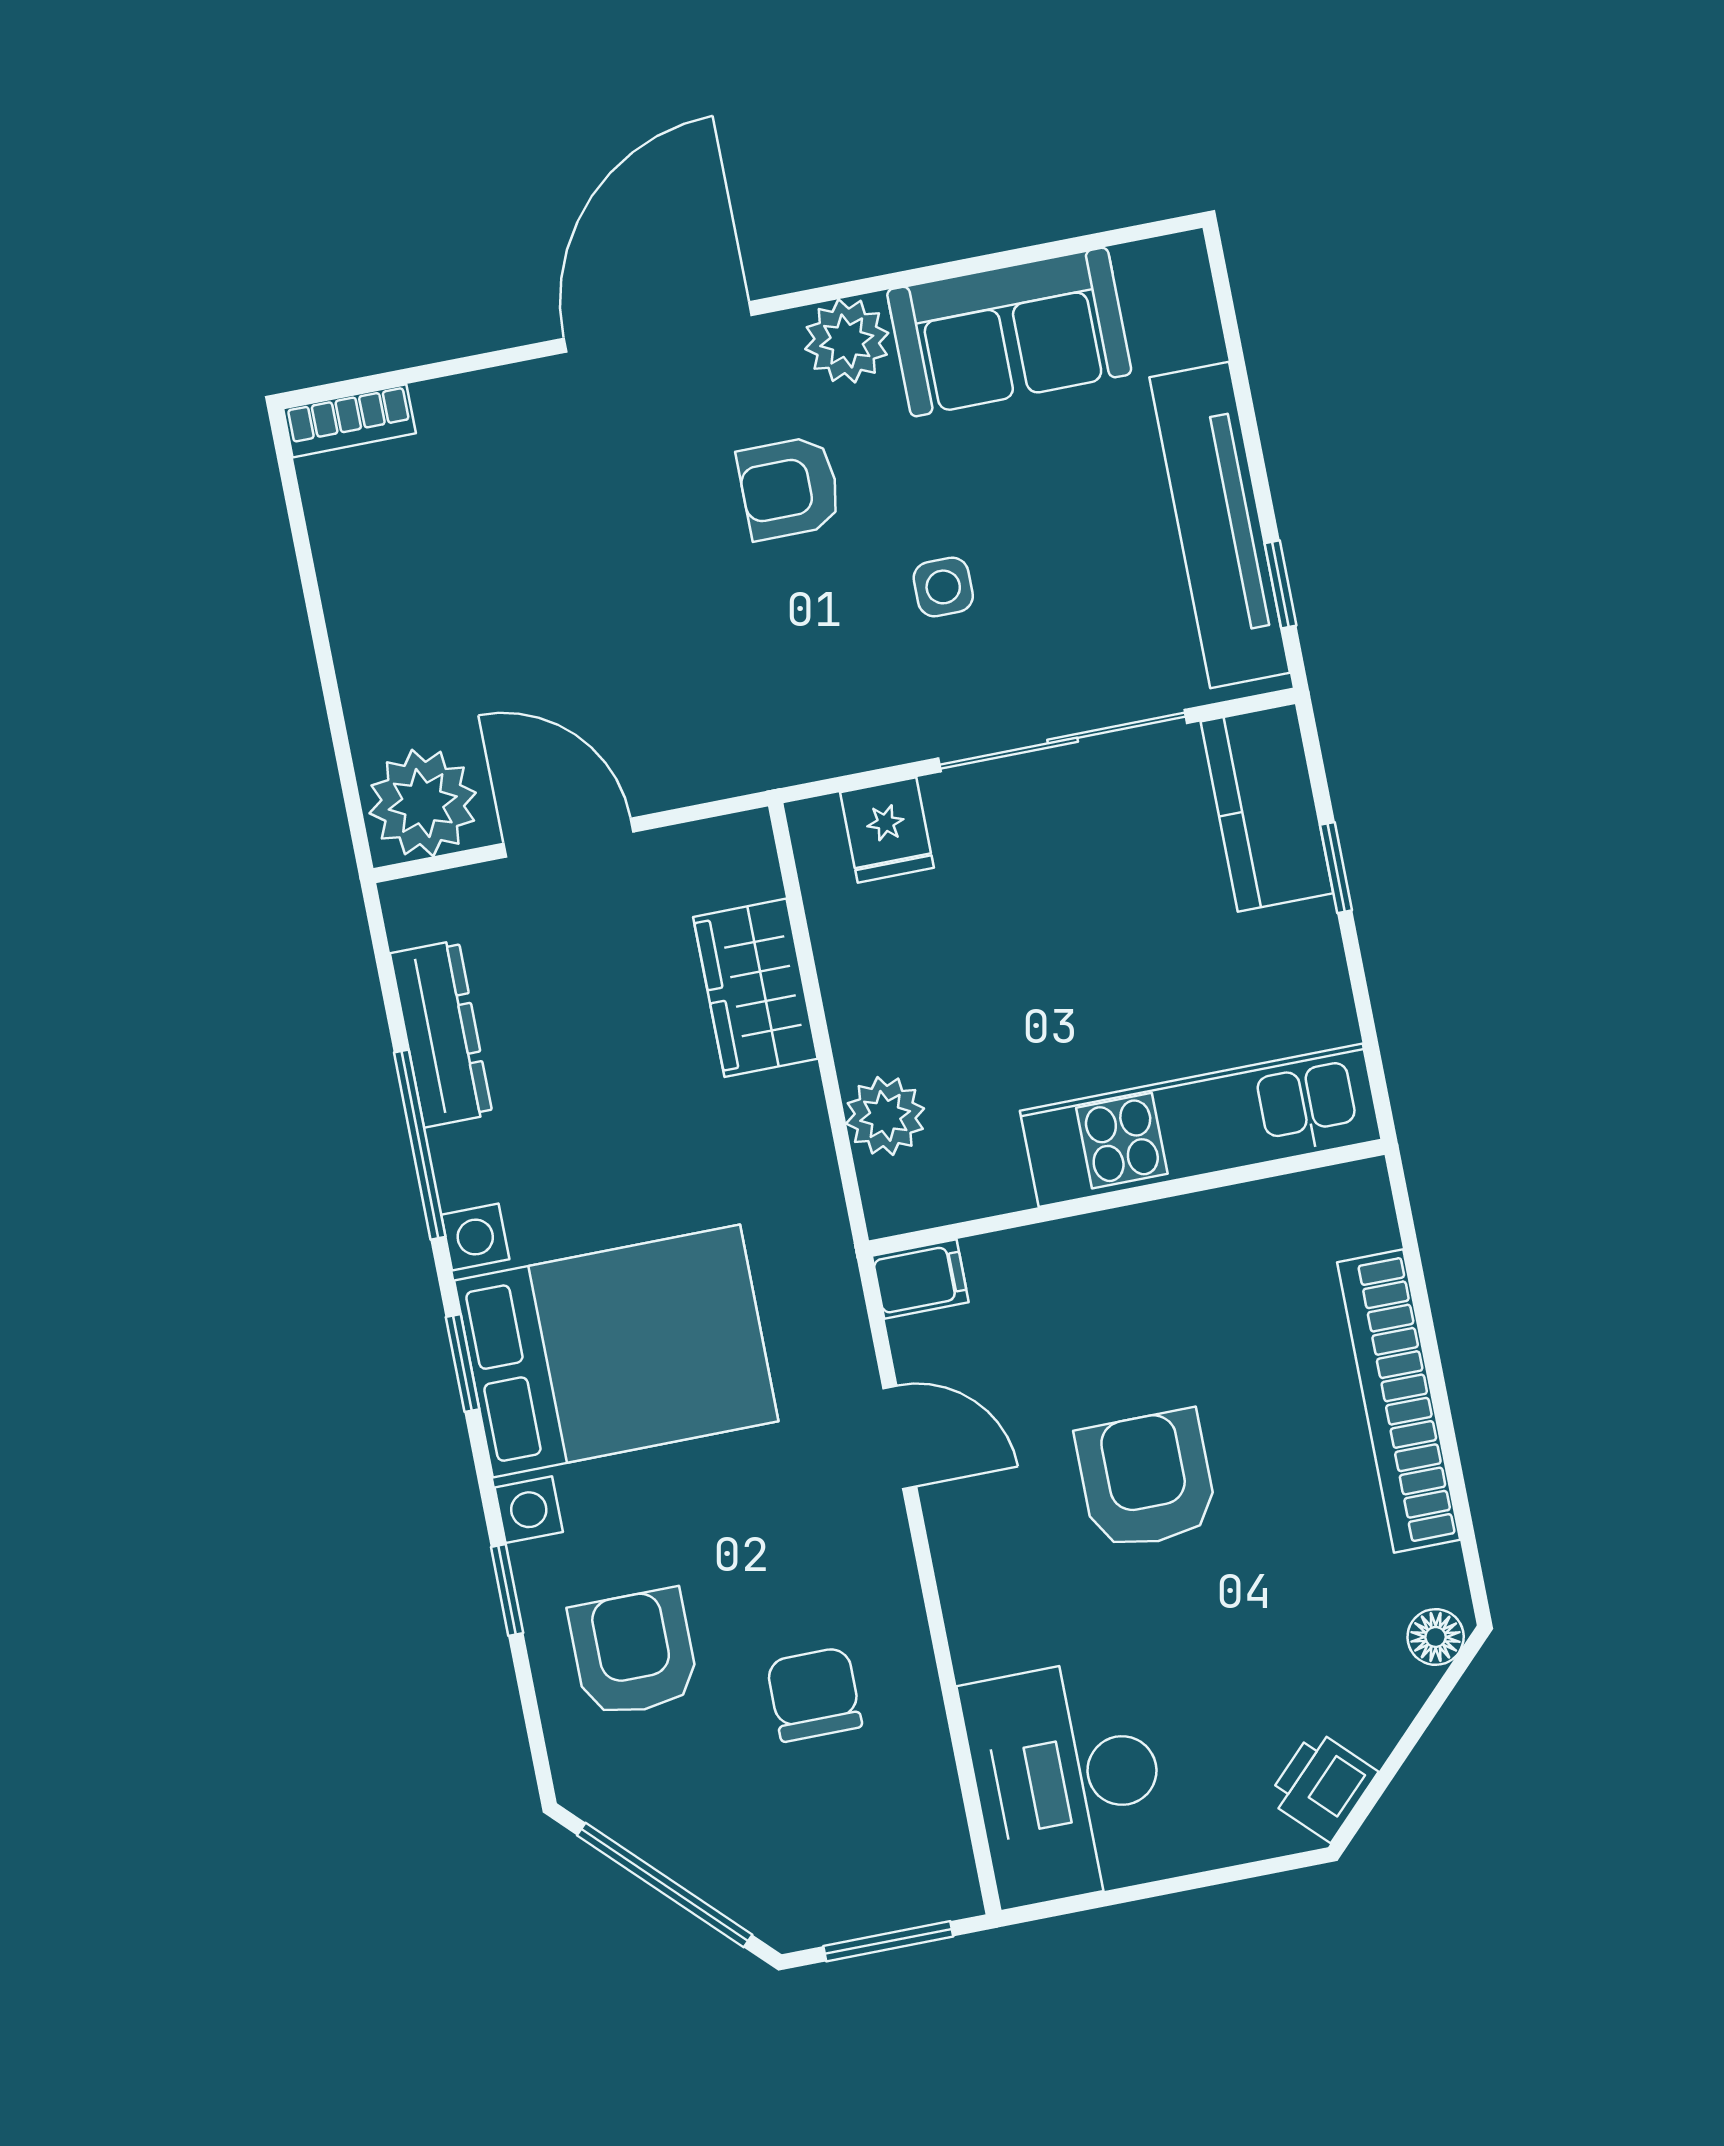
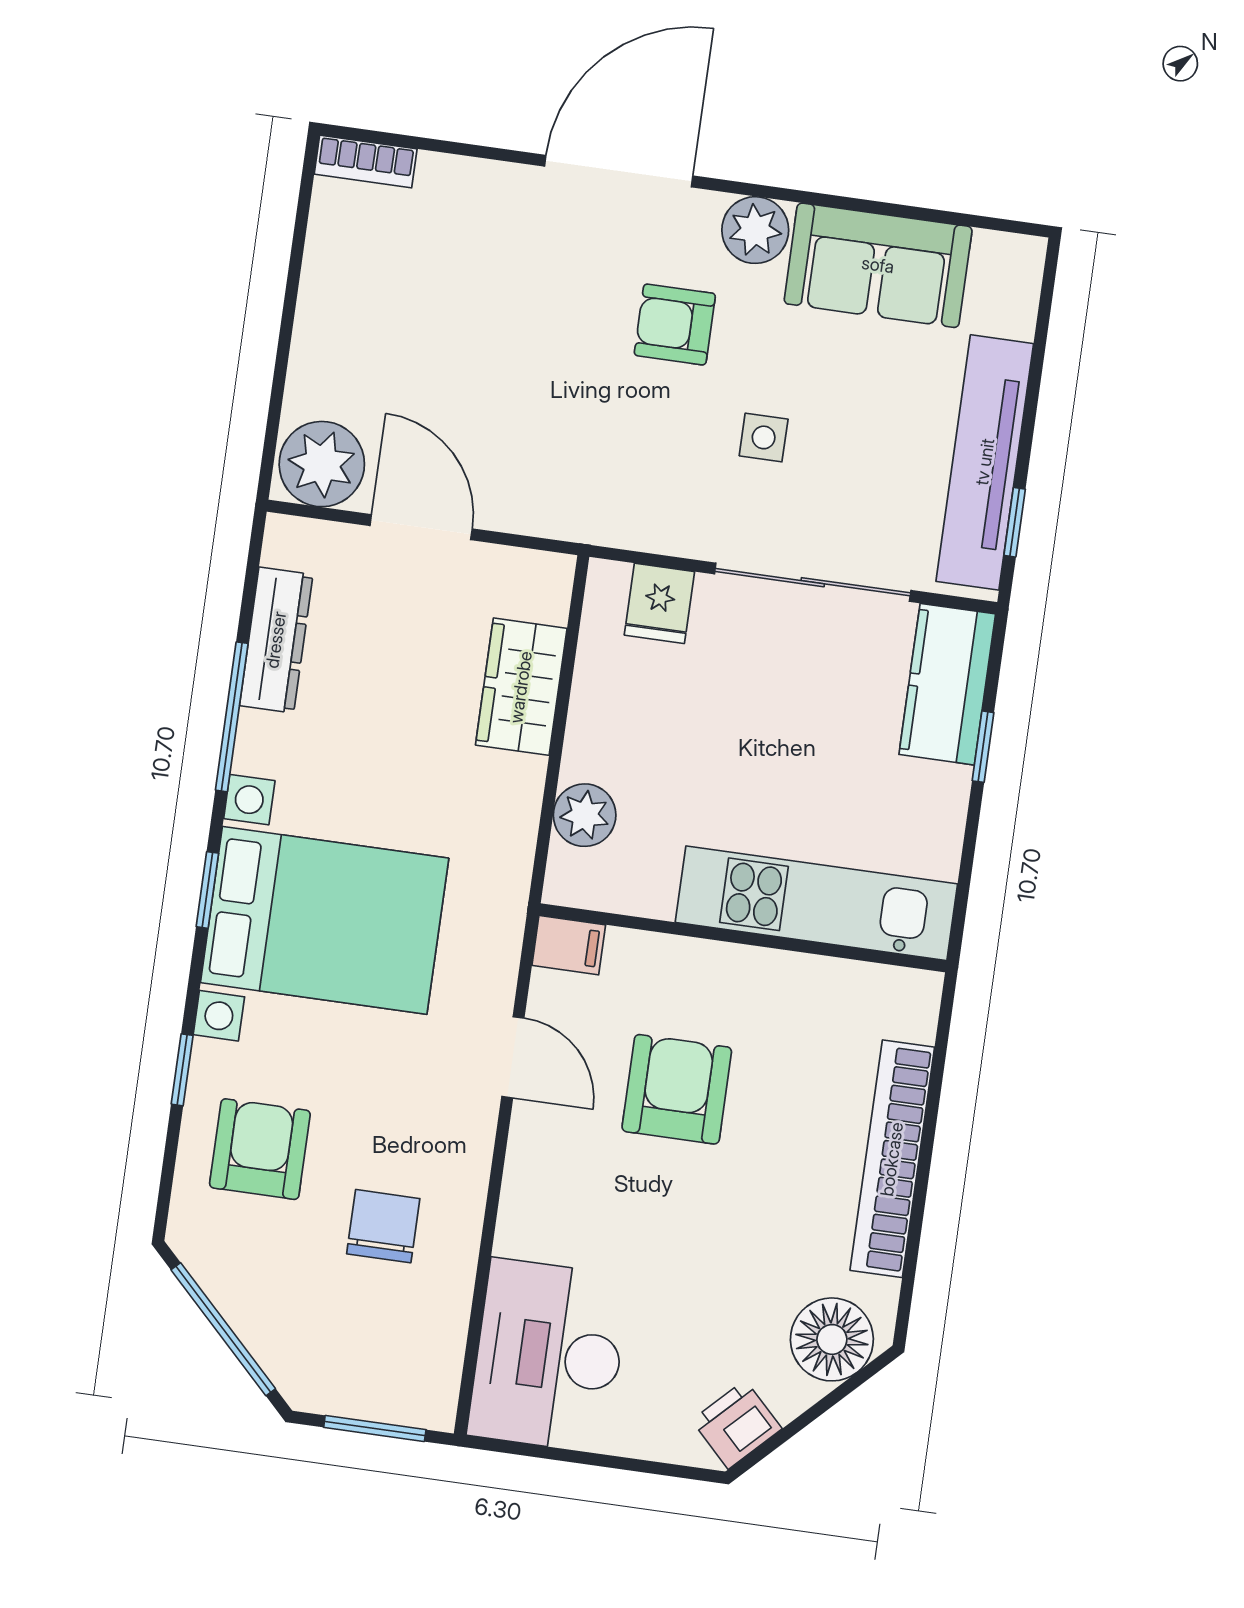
armchair: (1146, 1480) -> (677, 1089), moved
floor lamp: (1436, 1637) -> (832, 1339), width x1.89, depth x1.89

